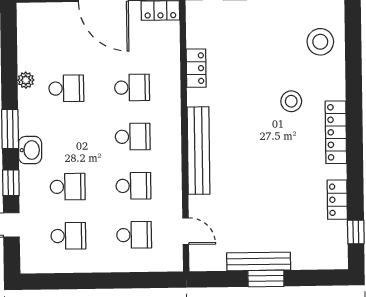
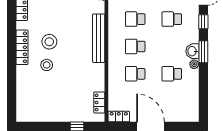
stool: (320, 42) -> (49, 42), moved
locker: (196, 68) -> (99, 102), moved
plant: (26, 80) -> (194, 64), moved
washbasin: (30, 150) -> (192, 51), moved

